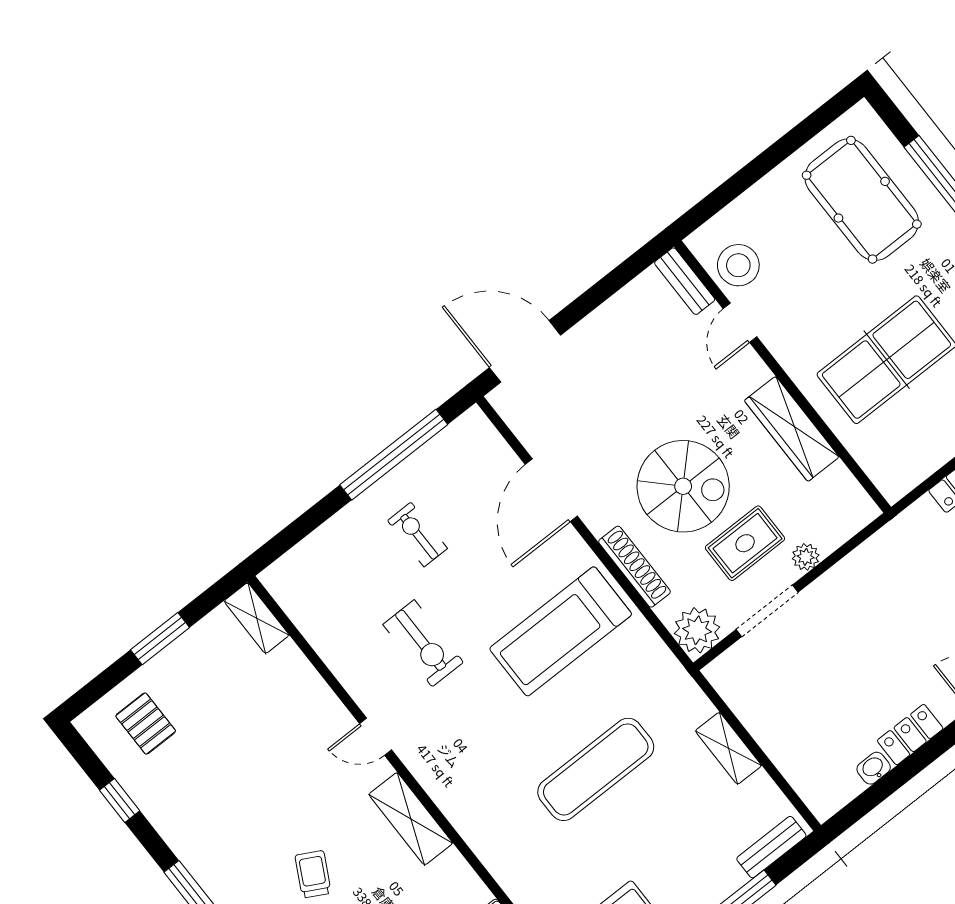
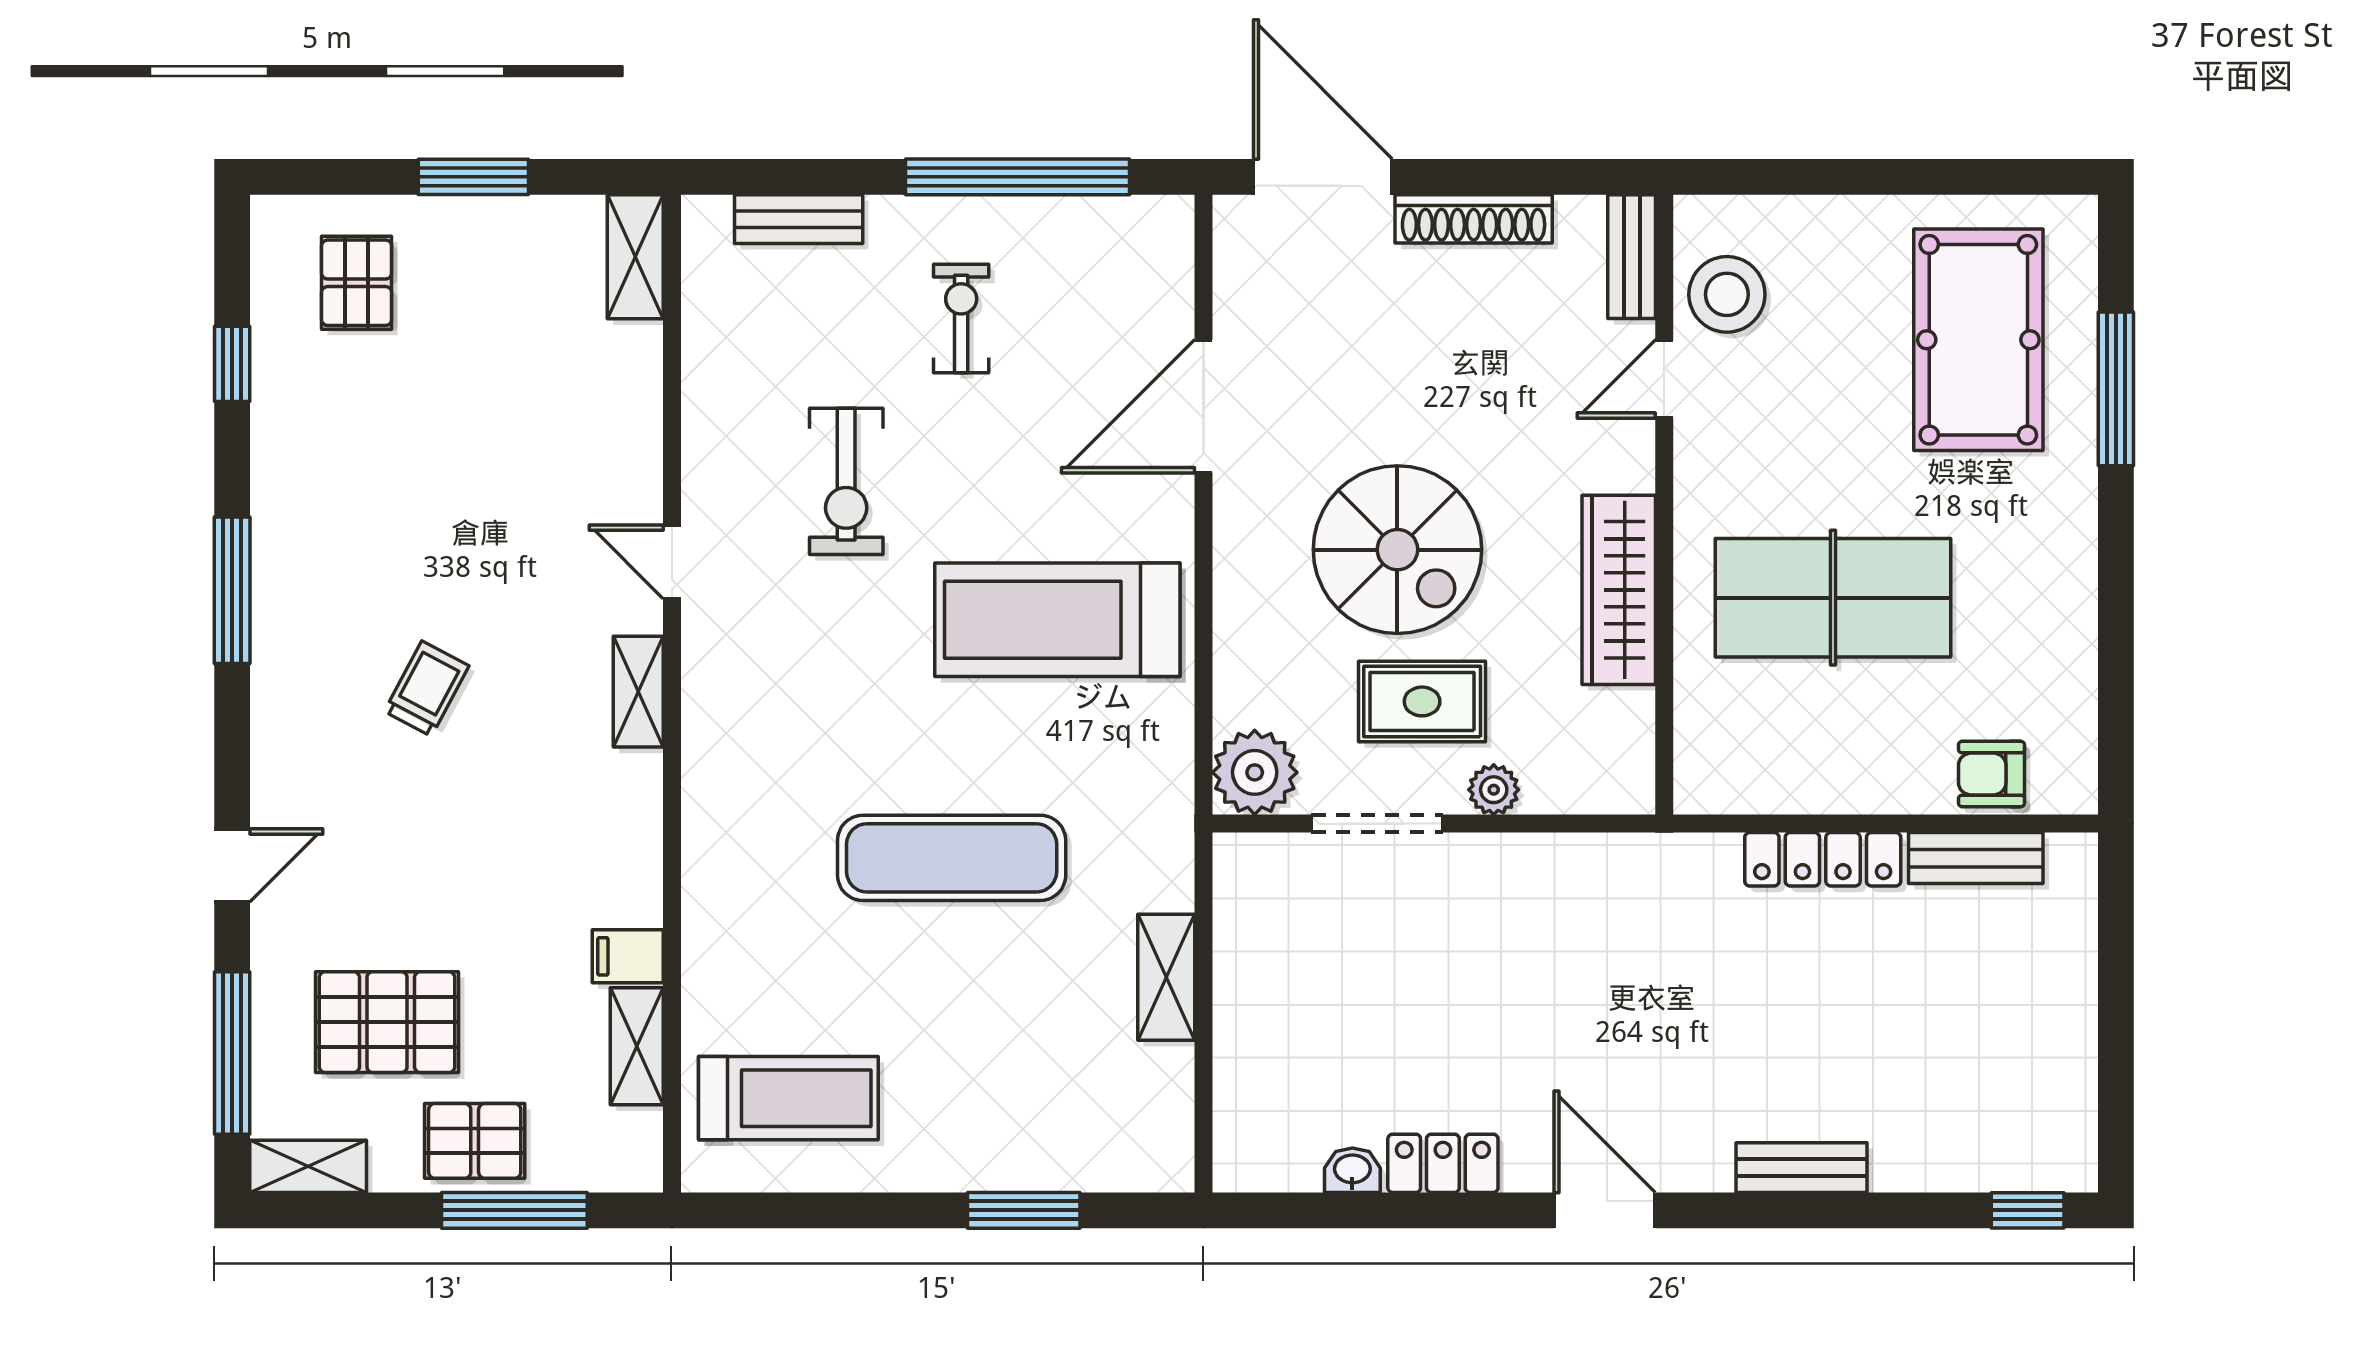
shoe rack: (635, 567) -> (1474, 219), moved, turned 90
shelving: (411, 819) -> (638, 692), width x0.67, depth x0.75
bench: (771, 847) -> (799, 219), moved

